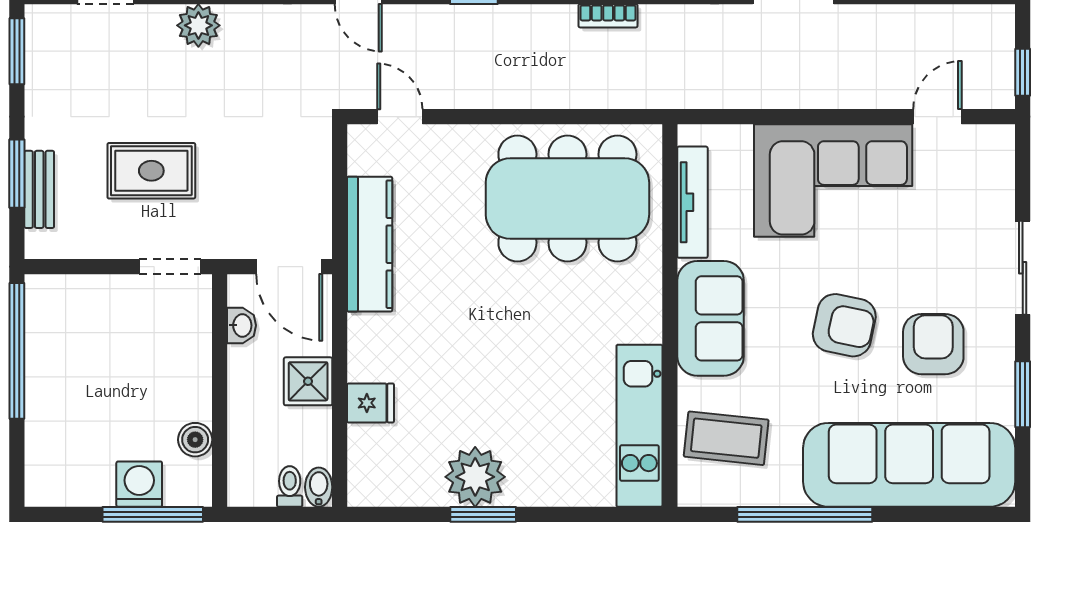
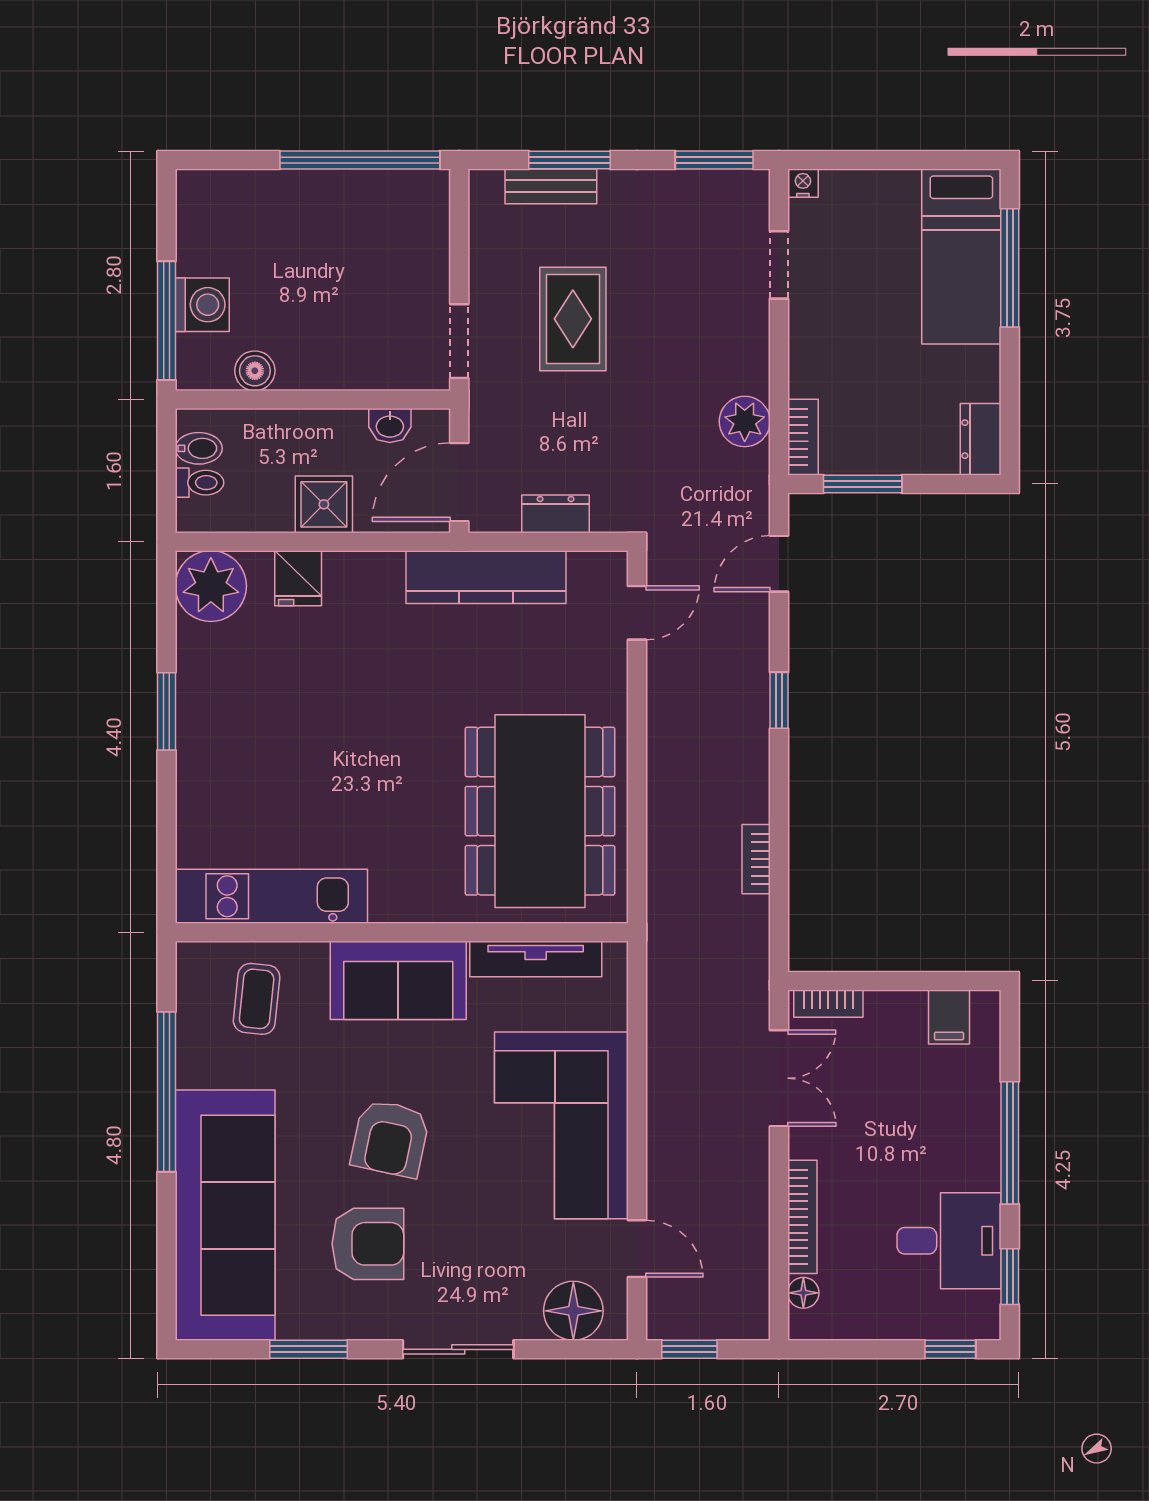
plant: (198, 25) -> (745, 421), moved
floor lamp: (990, 170) -> (573, 1311), added
dresser: (316, 185) -> (556, 514), added
coffee table: (726, 438) -> (257, 999), width x0.73, depth x0.77
plant: (475, 477) -> (211, 586), moved
bidet: (319, 487) -> (199, 448), moved

